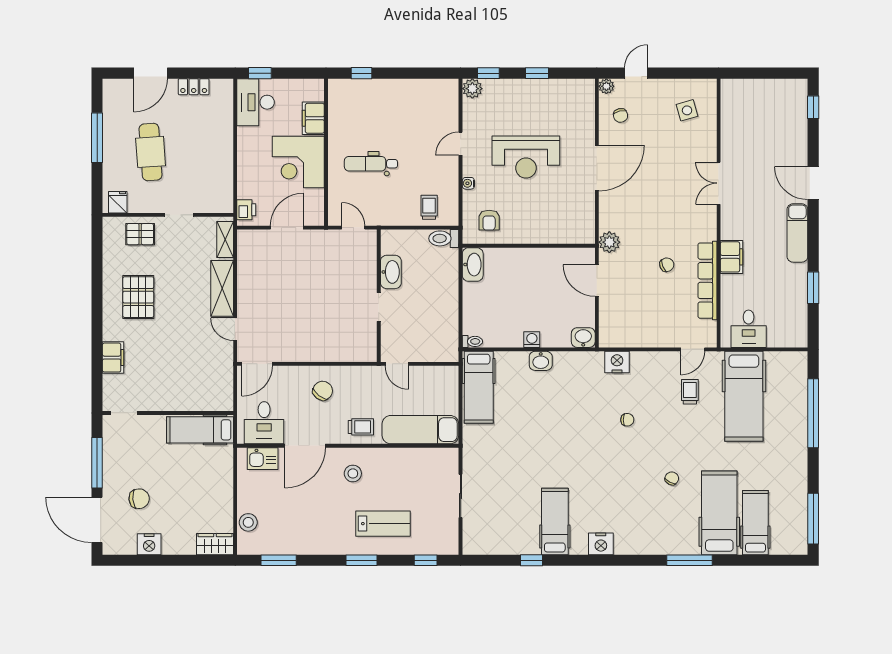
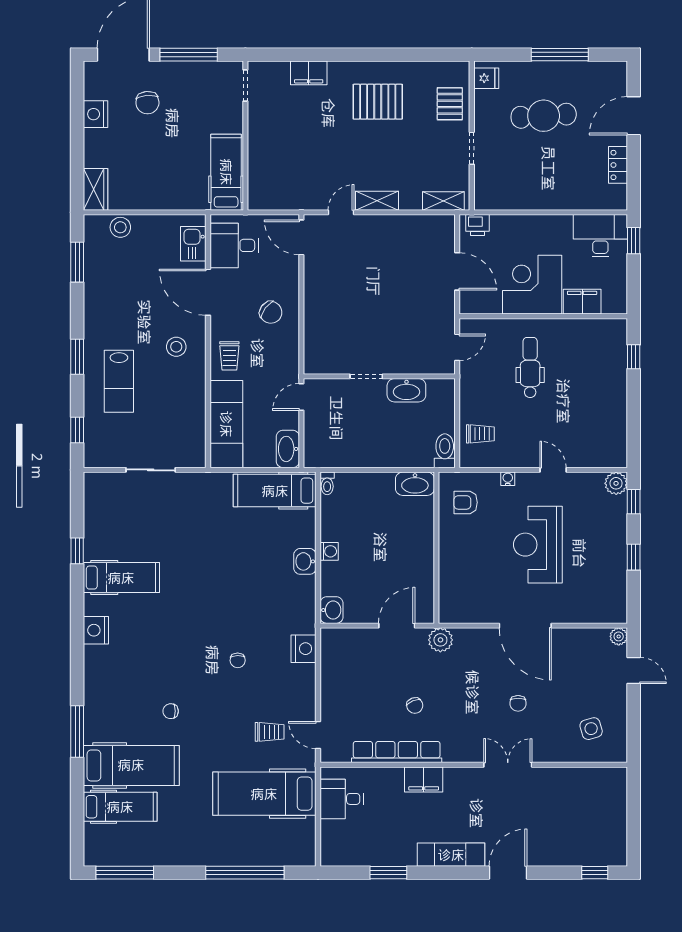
door: (151, 73) -> (634, 116), hinge flipped
chair: (621, 115) -> (518, 703), moved, turned -76
shelving: (222, 288) -> (377, 201), width x0.67, depth x0.75
washbasin: (442, 376) -> (288, 449), added
chair: (672, 478) -> (171, 711), turned 153

